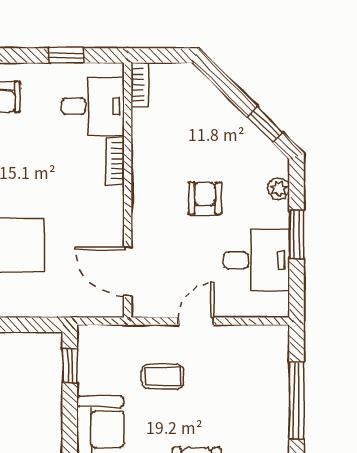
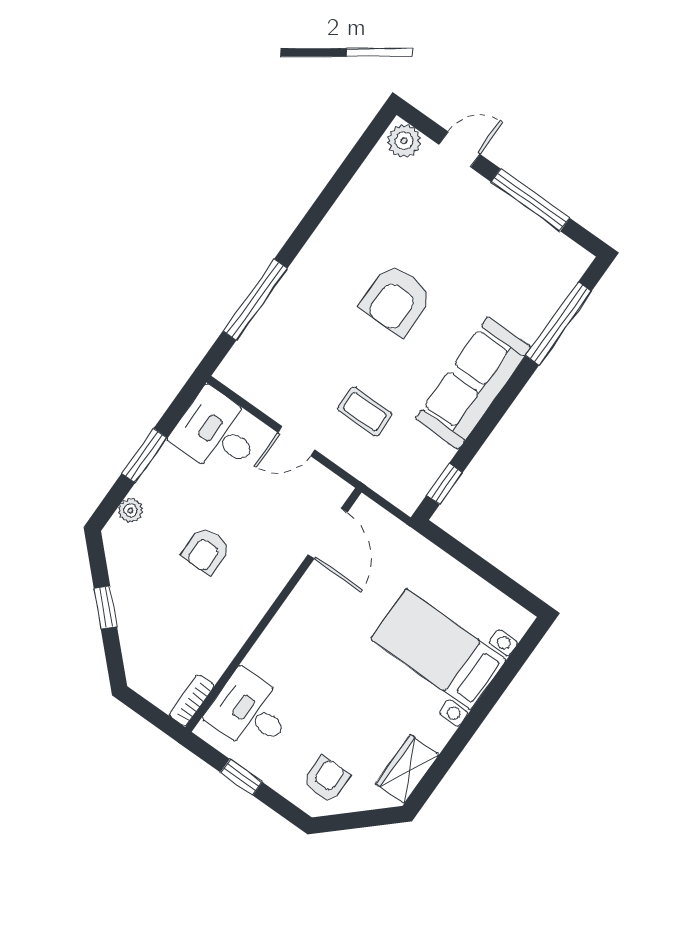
window: (265, 125) -> (105, 608), moved
bookcase: (115, 161) -> (266, 646), removed
desk: (256, 260) -> (217, 433), moved

